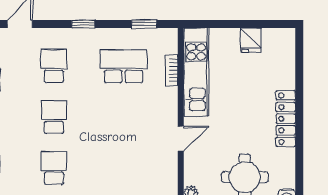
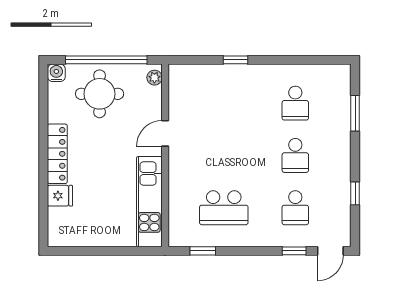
window: (83, 24) -> (294, 251), moved
fridge: (251, 40) -> (60, 196), moved, turned 90
bookcase: (172, 70) -> (174, 203), removed

